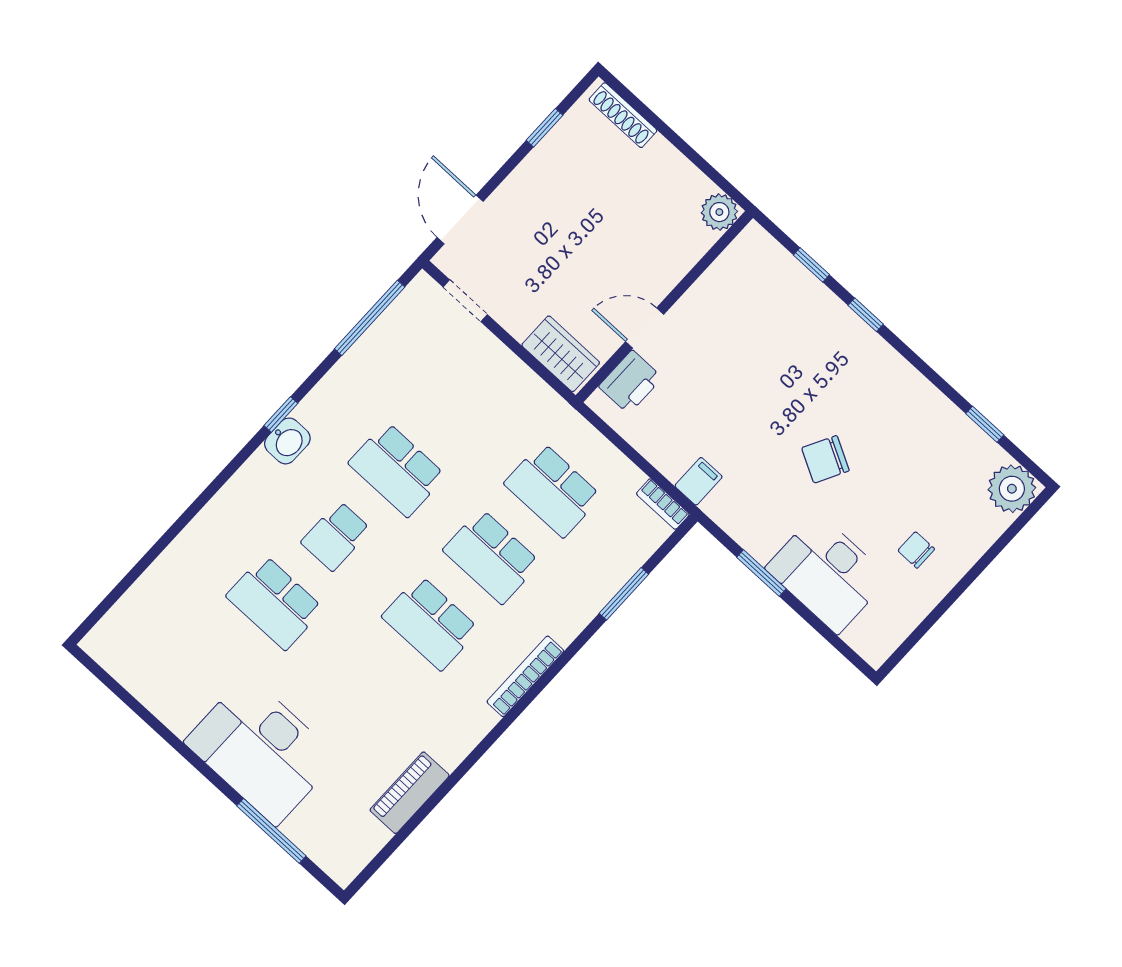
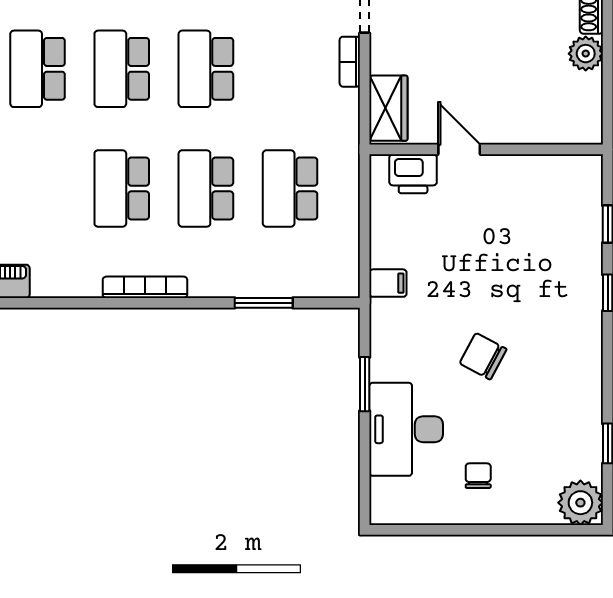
plant: (719, 212) -> (586, 54), moved
bookcase: (663, 504) -> (350, 62), moved
school desk: (336, 536) -> (122, 69), width x1.85

